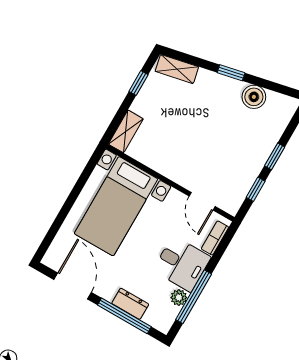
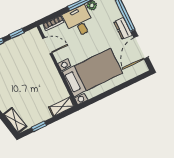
door: (202, 201) -> (47, 46), hinge flipped
dresser: (130, 304) -> (123, 28), moved

